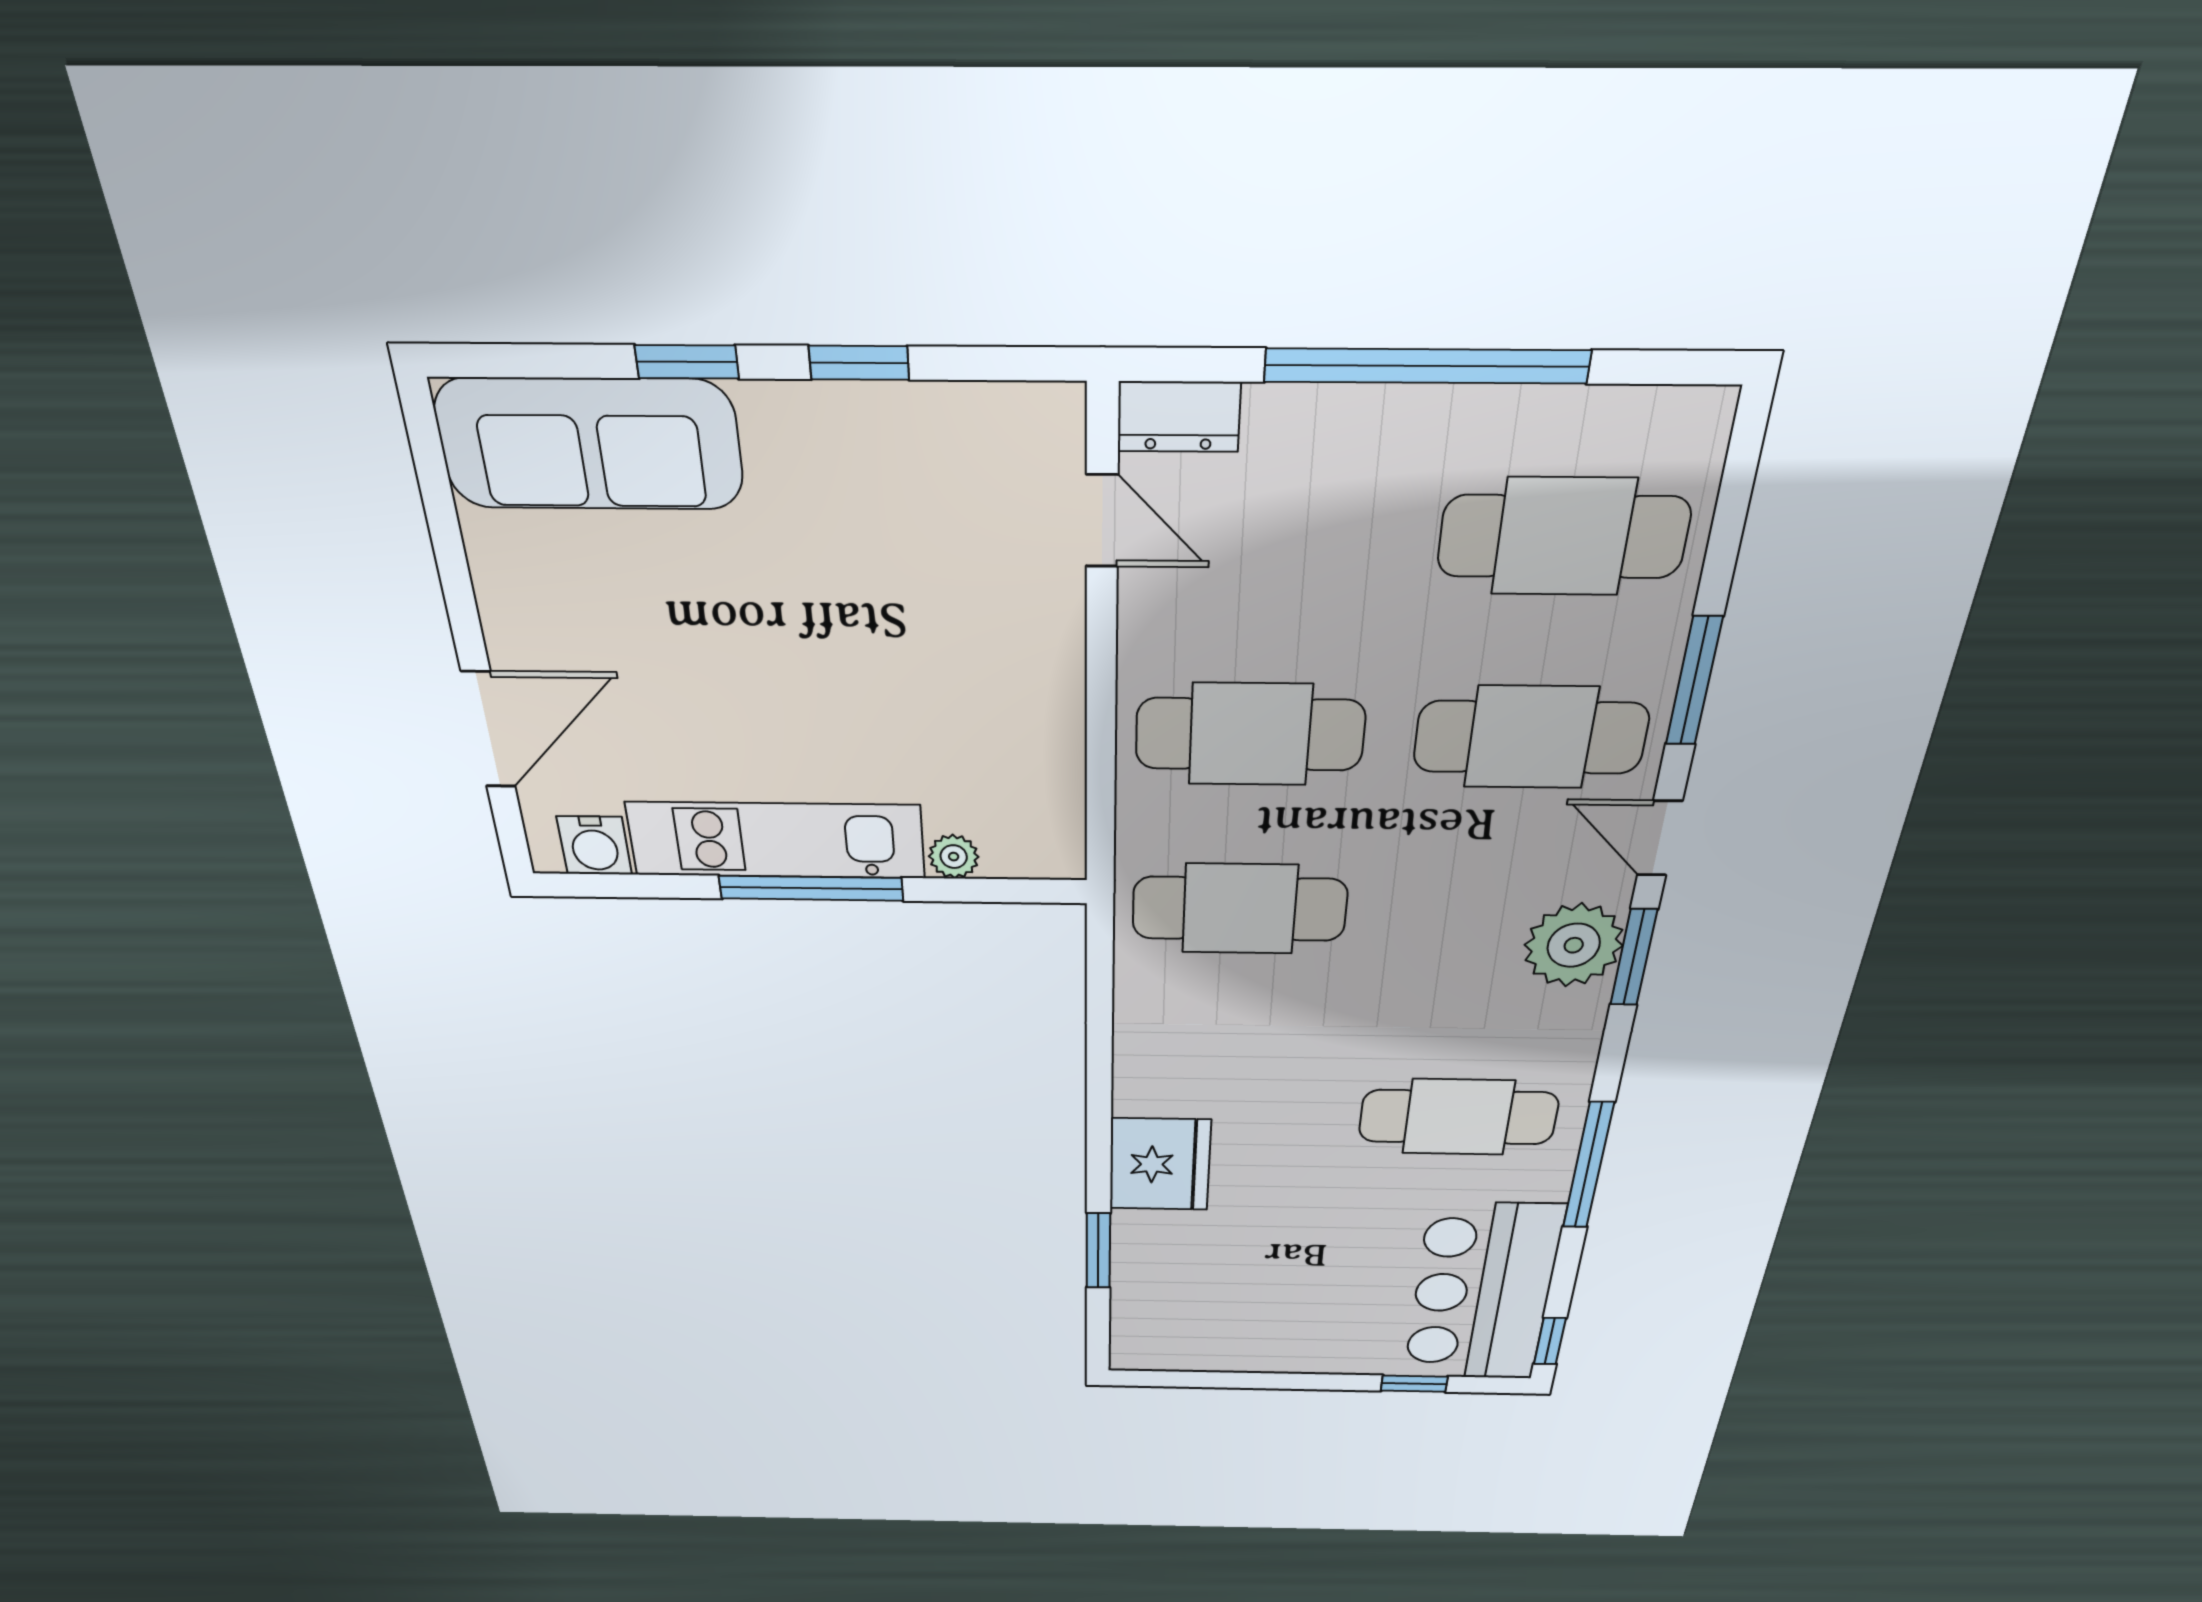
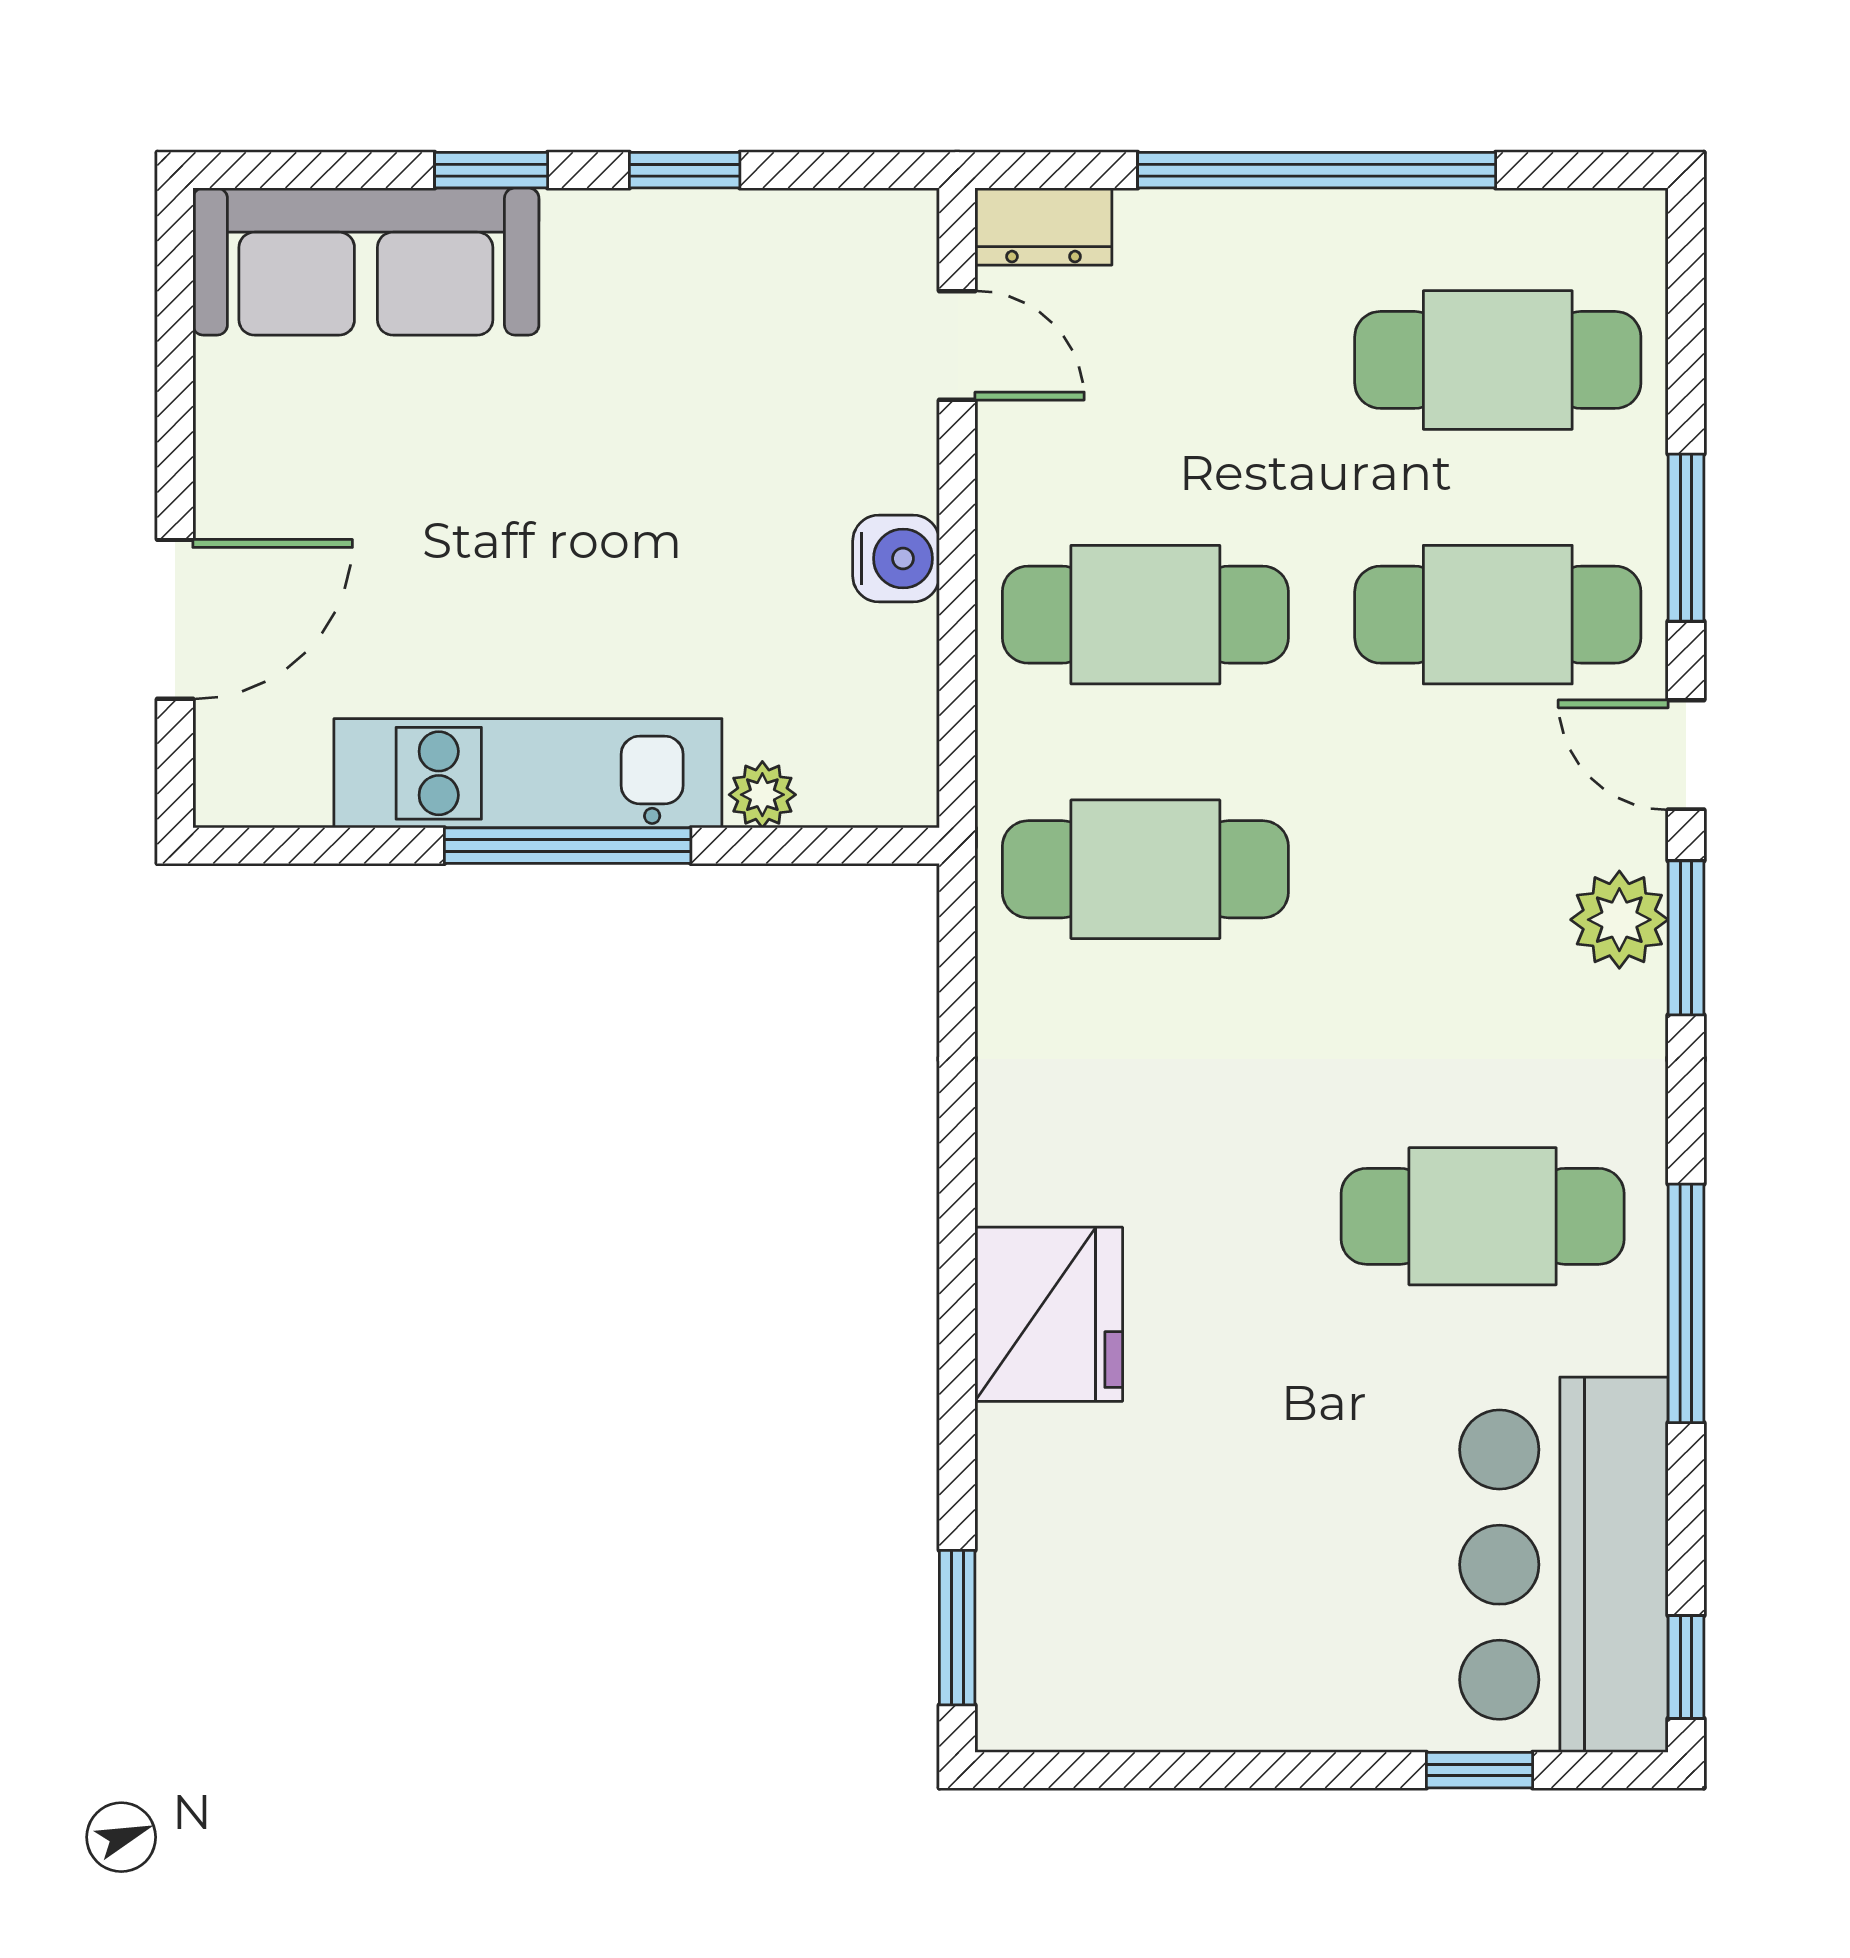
water cooler: (594, 845) -> (896, 558), moved, turned -90
plant: (1574, 945) -> (1619, 920), width x0.73, depth x0.73
window: (1098, 1251) -> (957, 1628), moved

